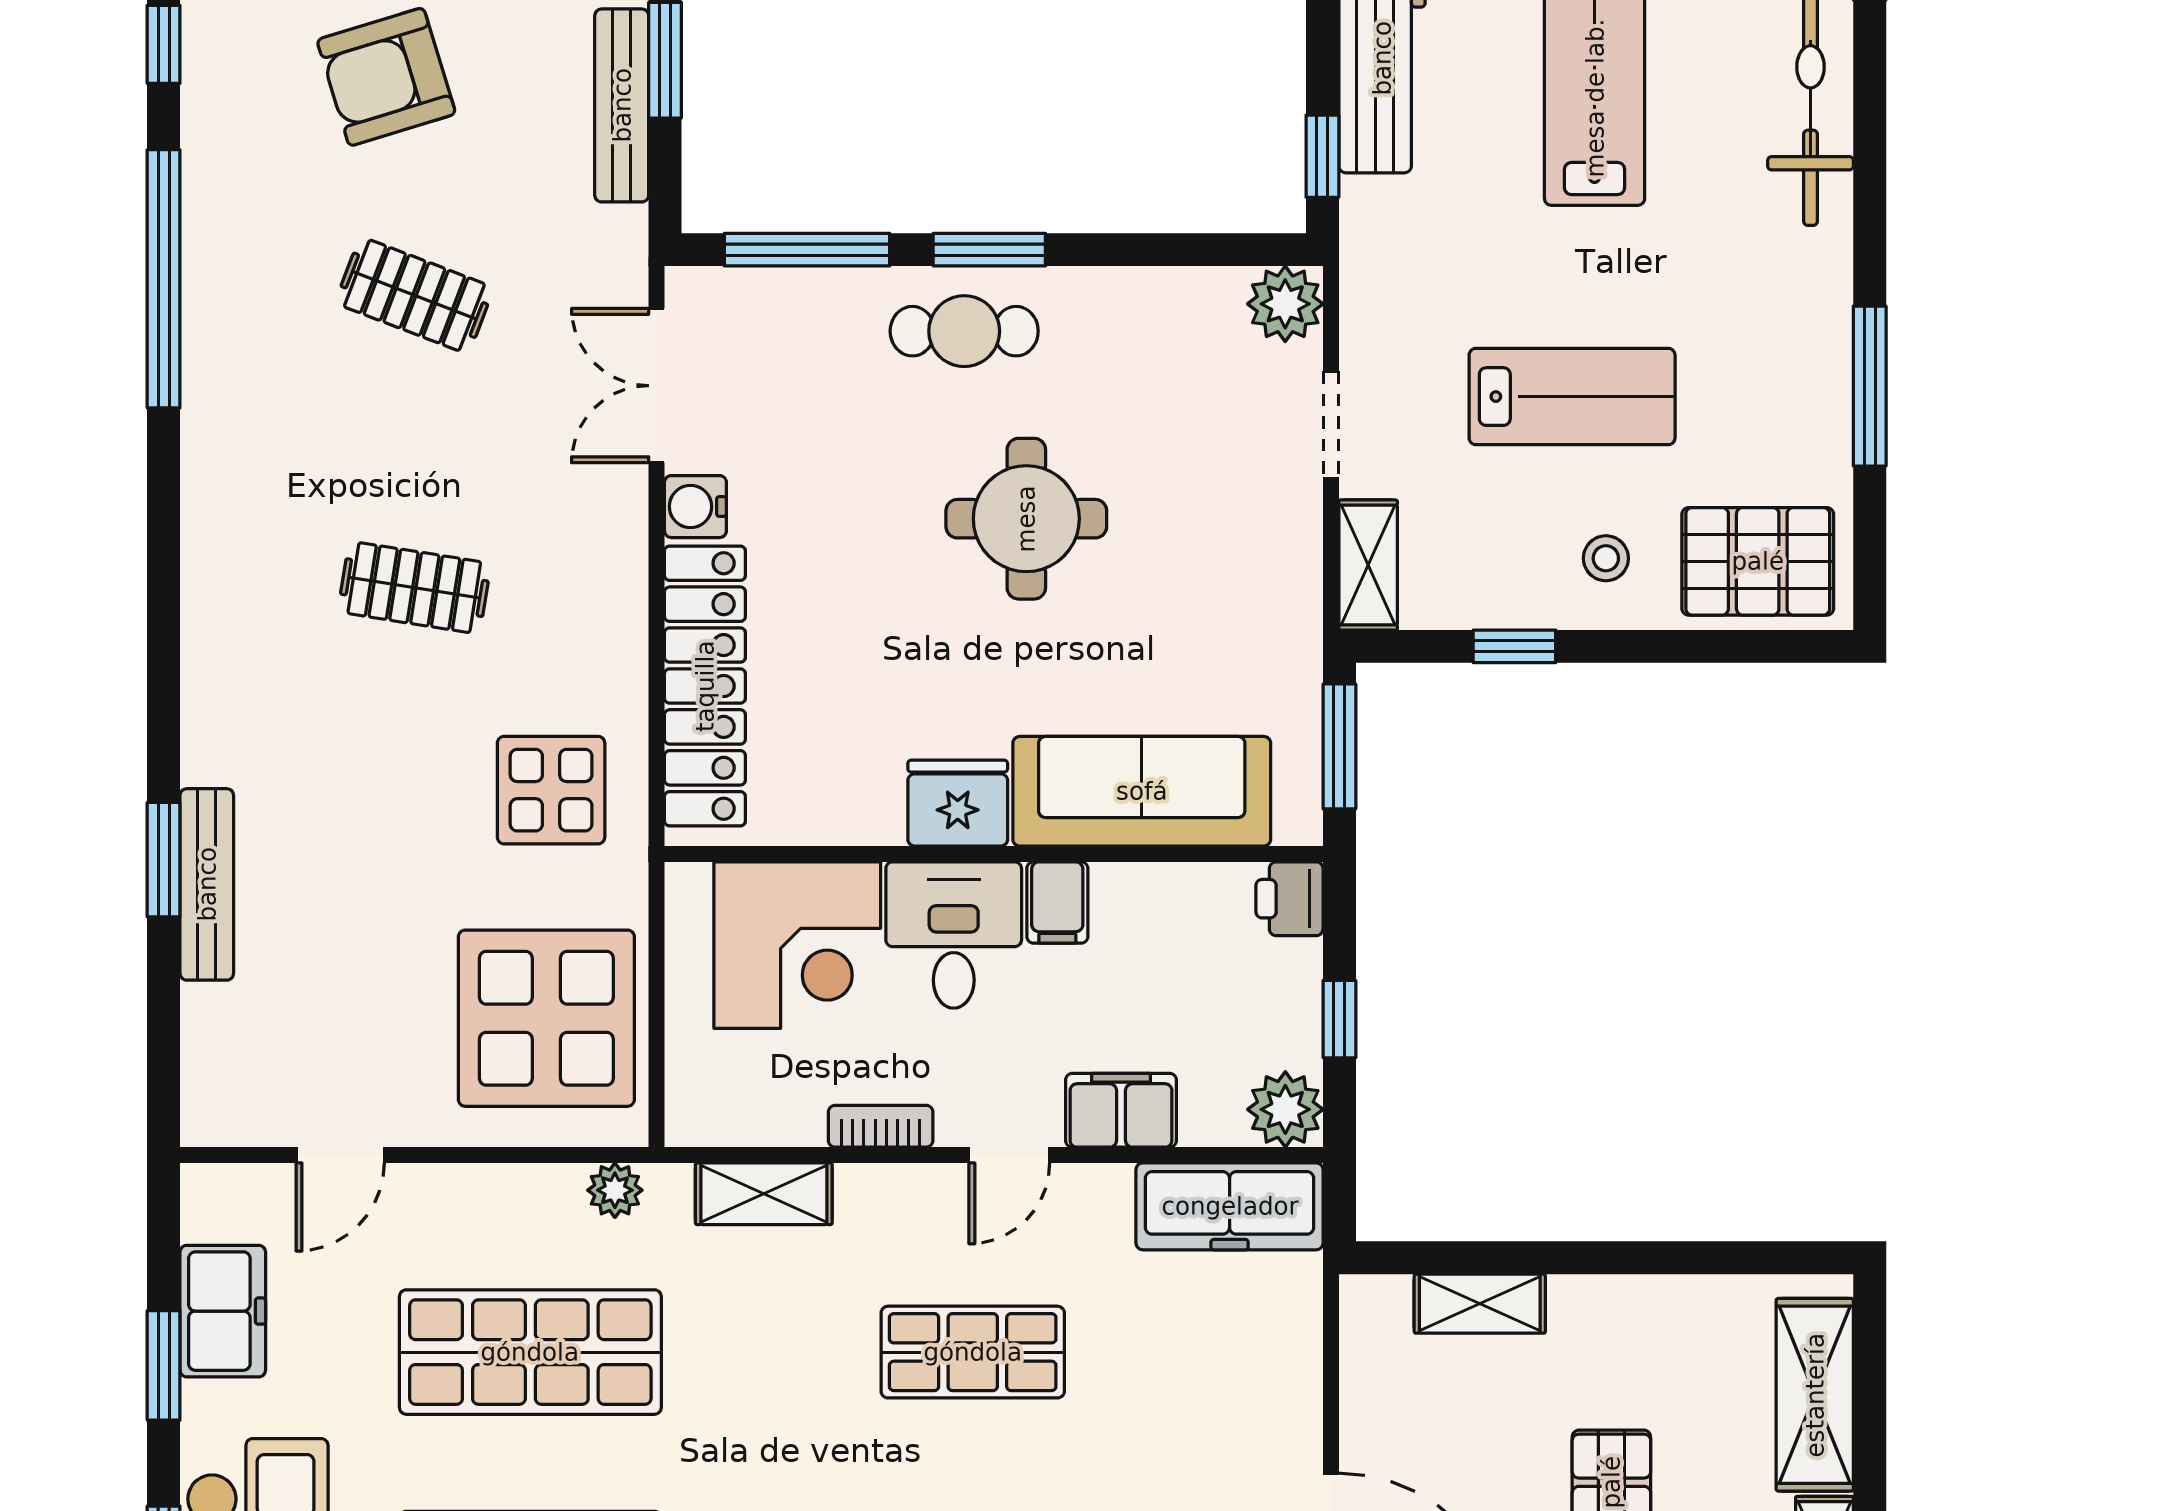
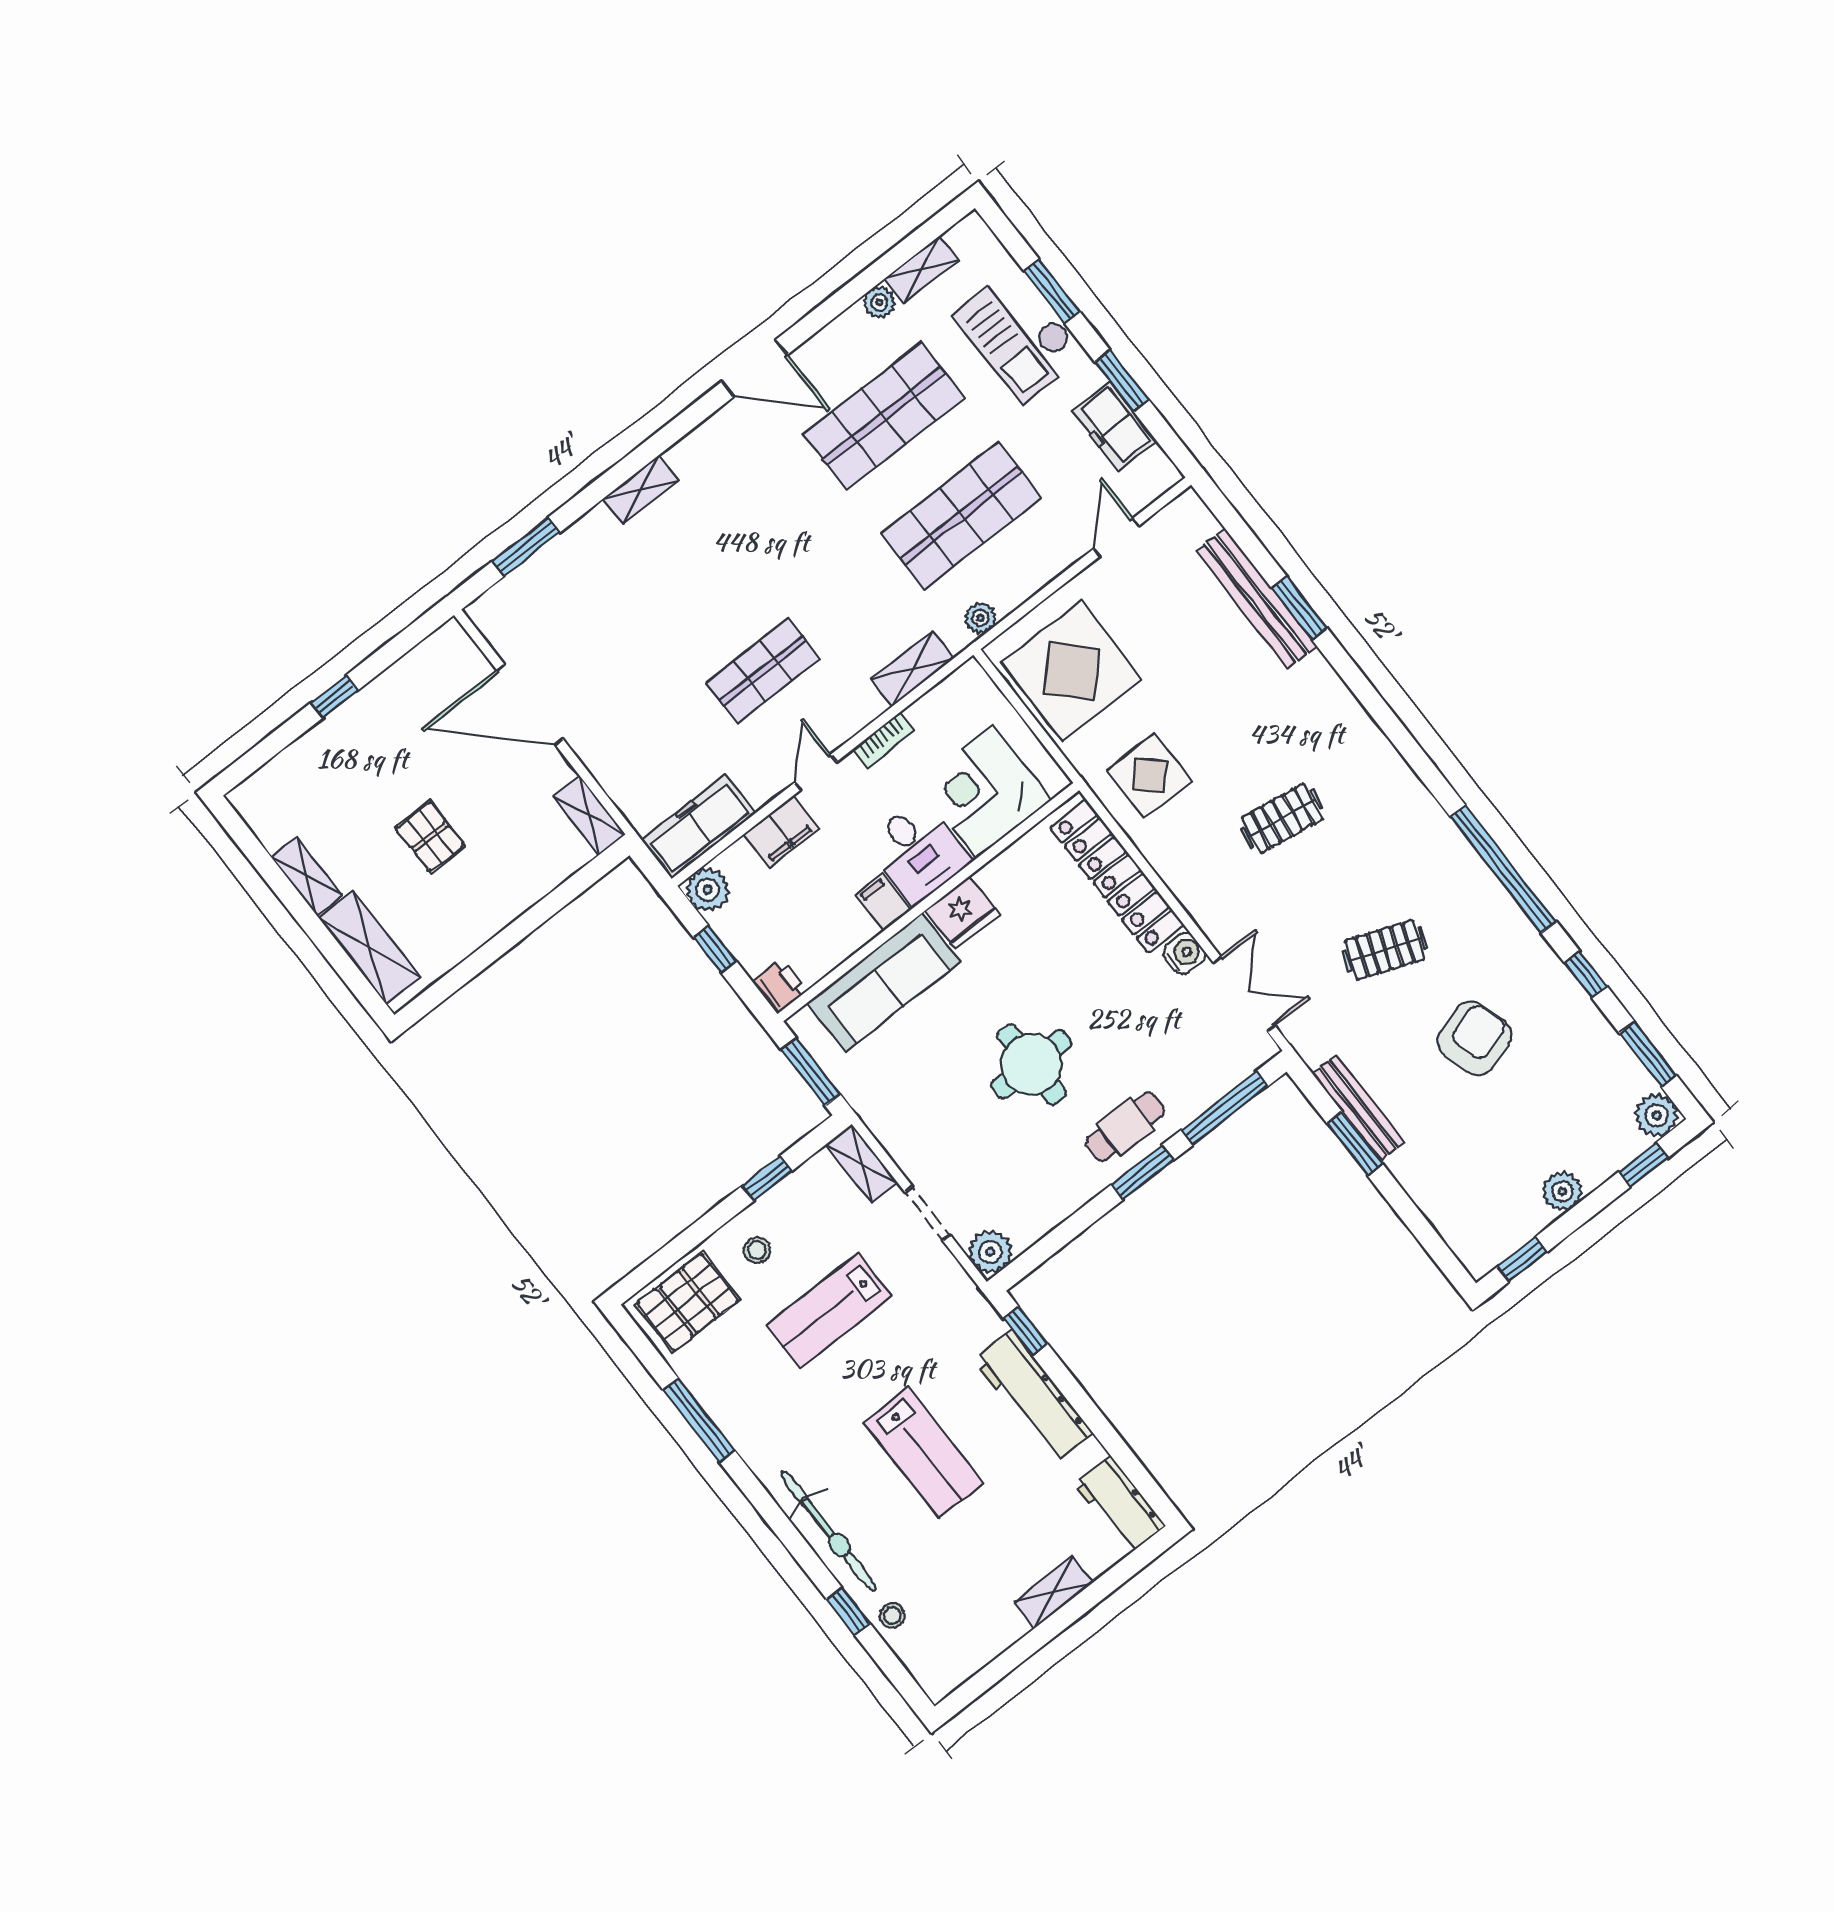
bench: (207, 884) -> (1256, 598), width x1.37, depth x1.21
shelving: (1480, 1304) -> (589, 815), moved, turned 90

